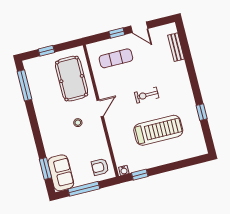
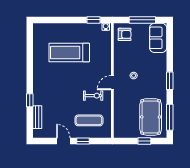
pool table: (72, 79) -> (151, 117), moved
exercise bike: (147, 95) -> (93, 96), moved
window: (202, 112) -> (30, 100), moved
window: (45, 168) -> (170, 81), moved

